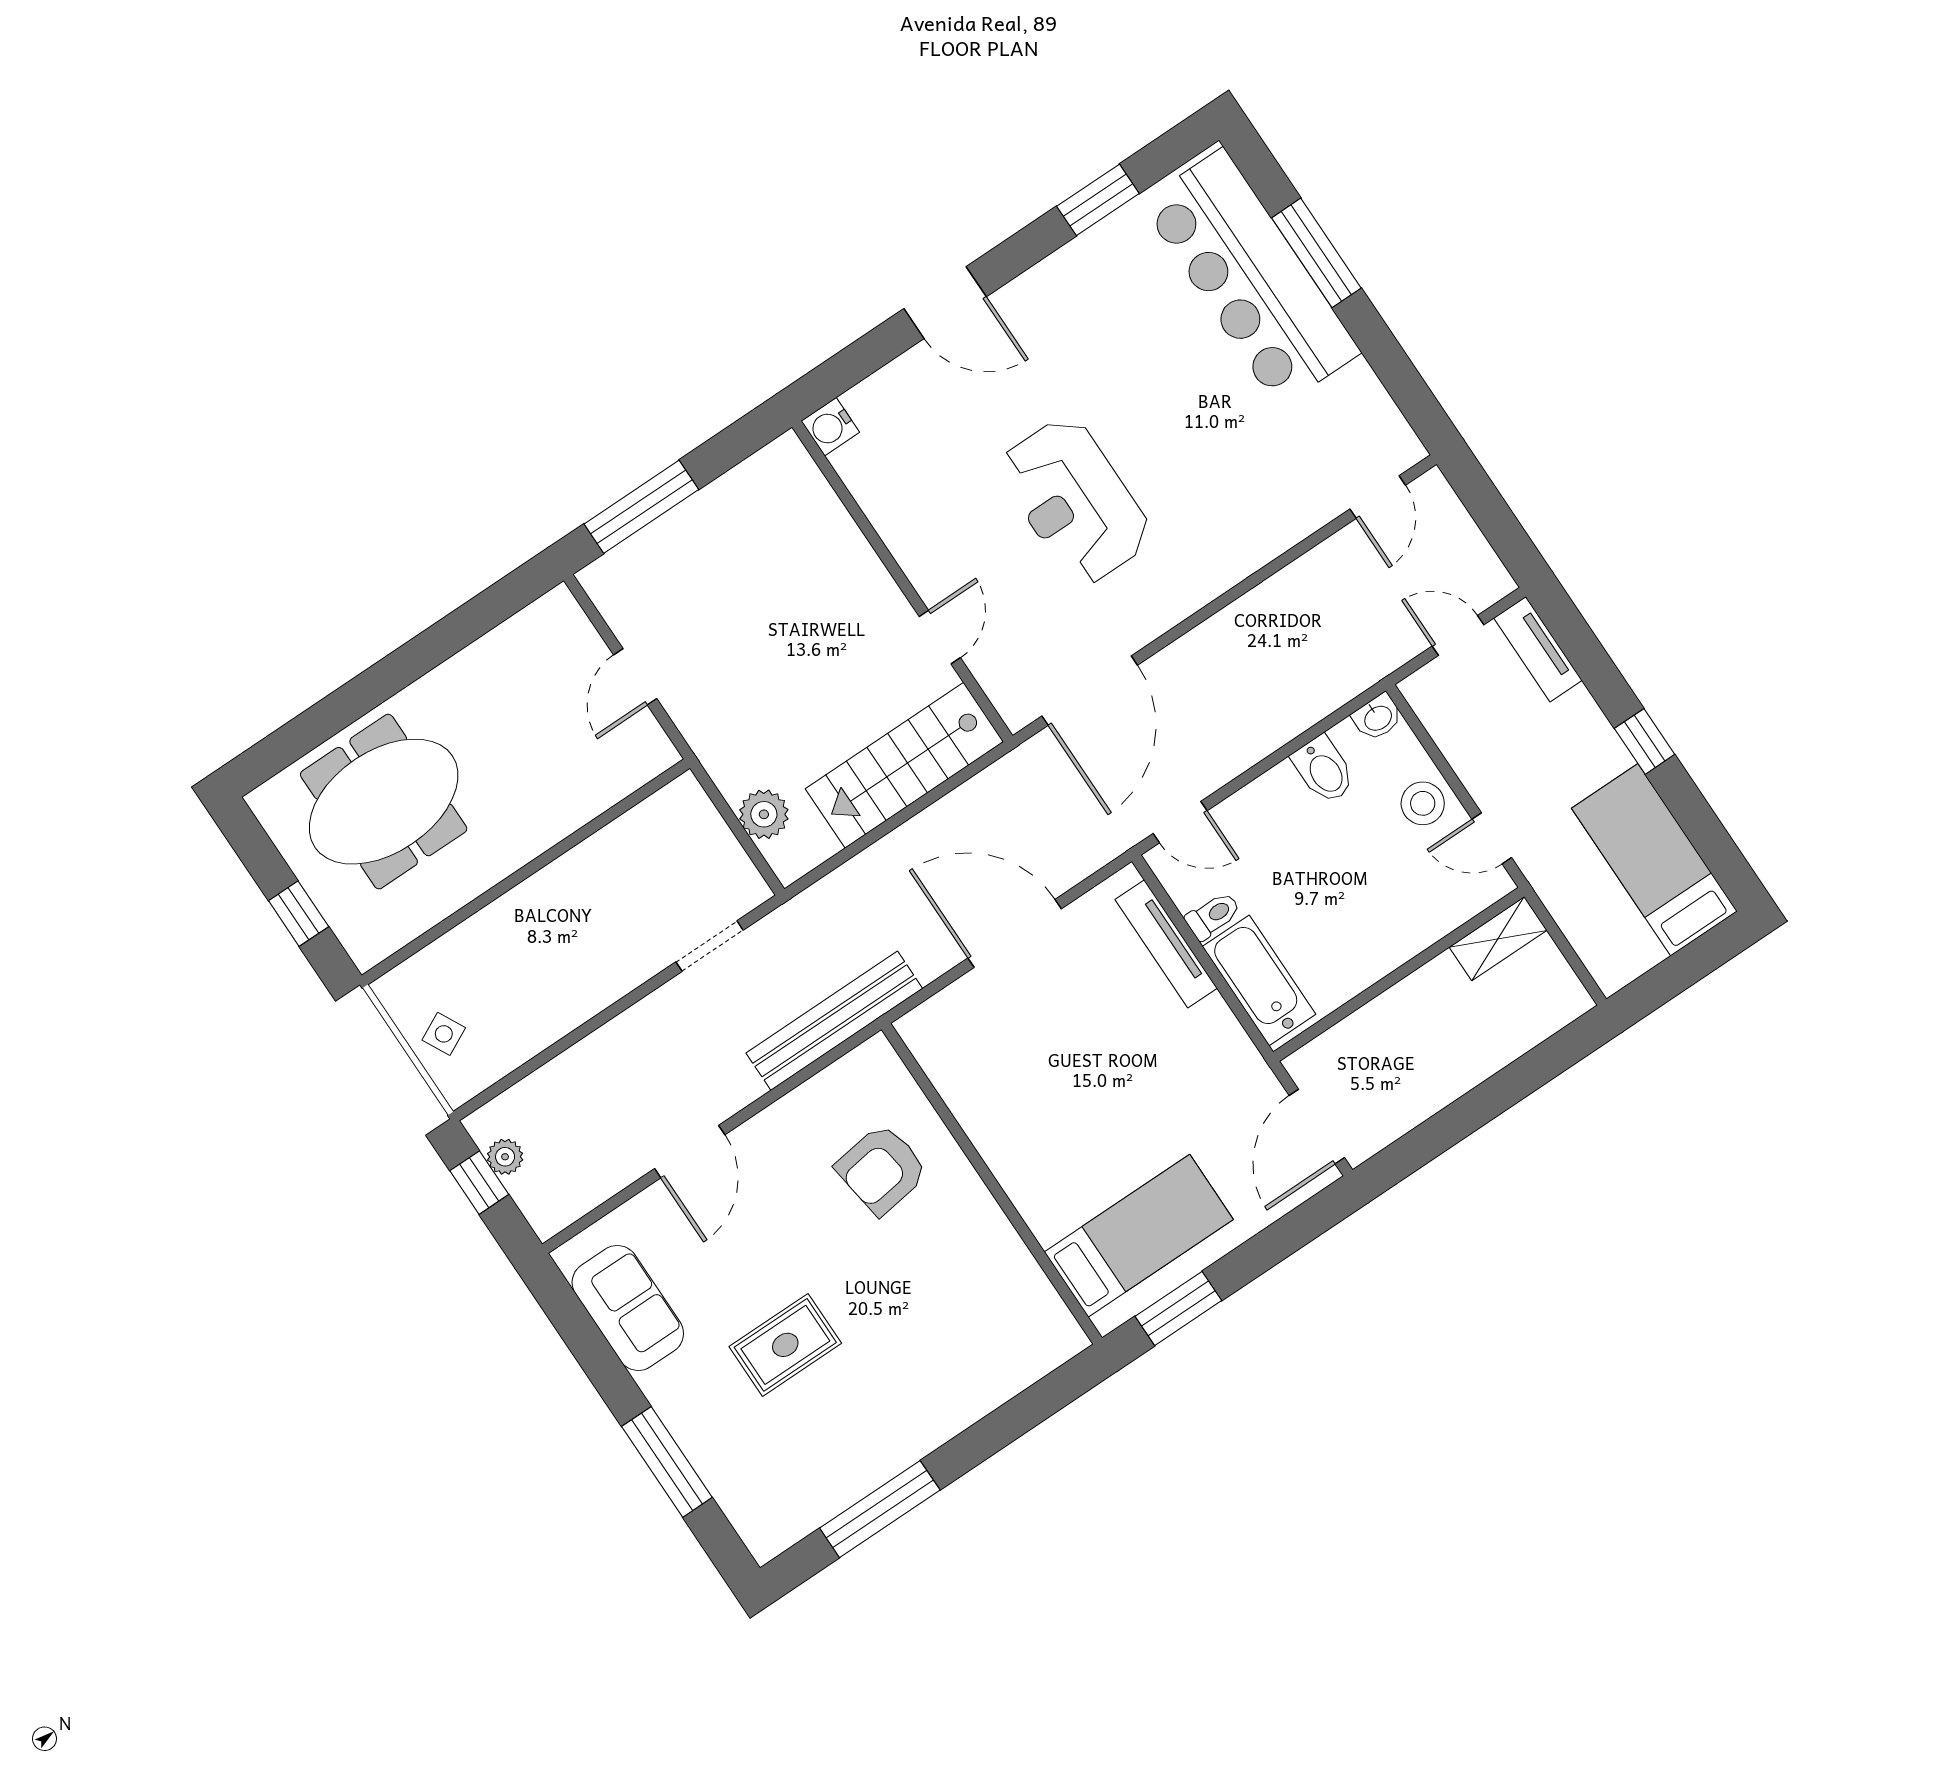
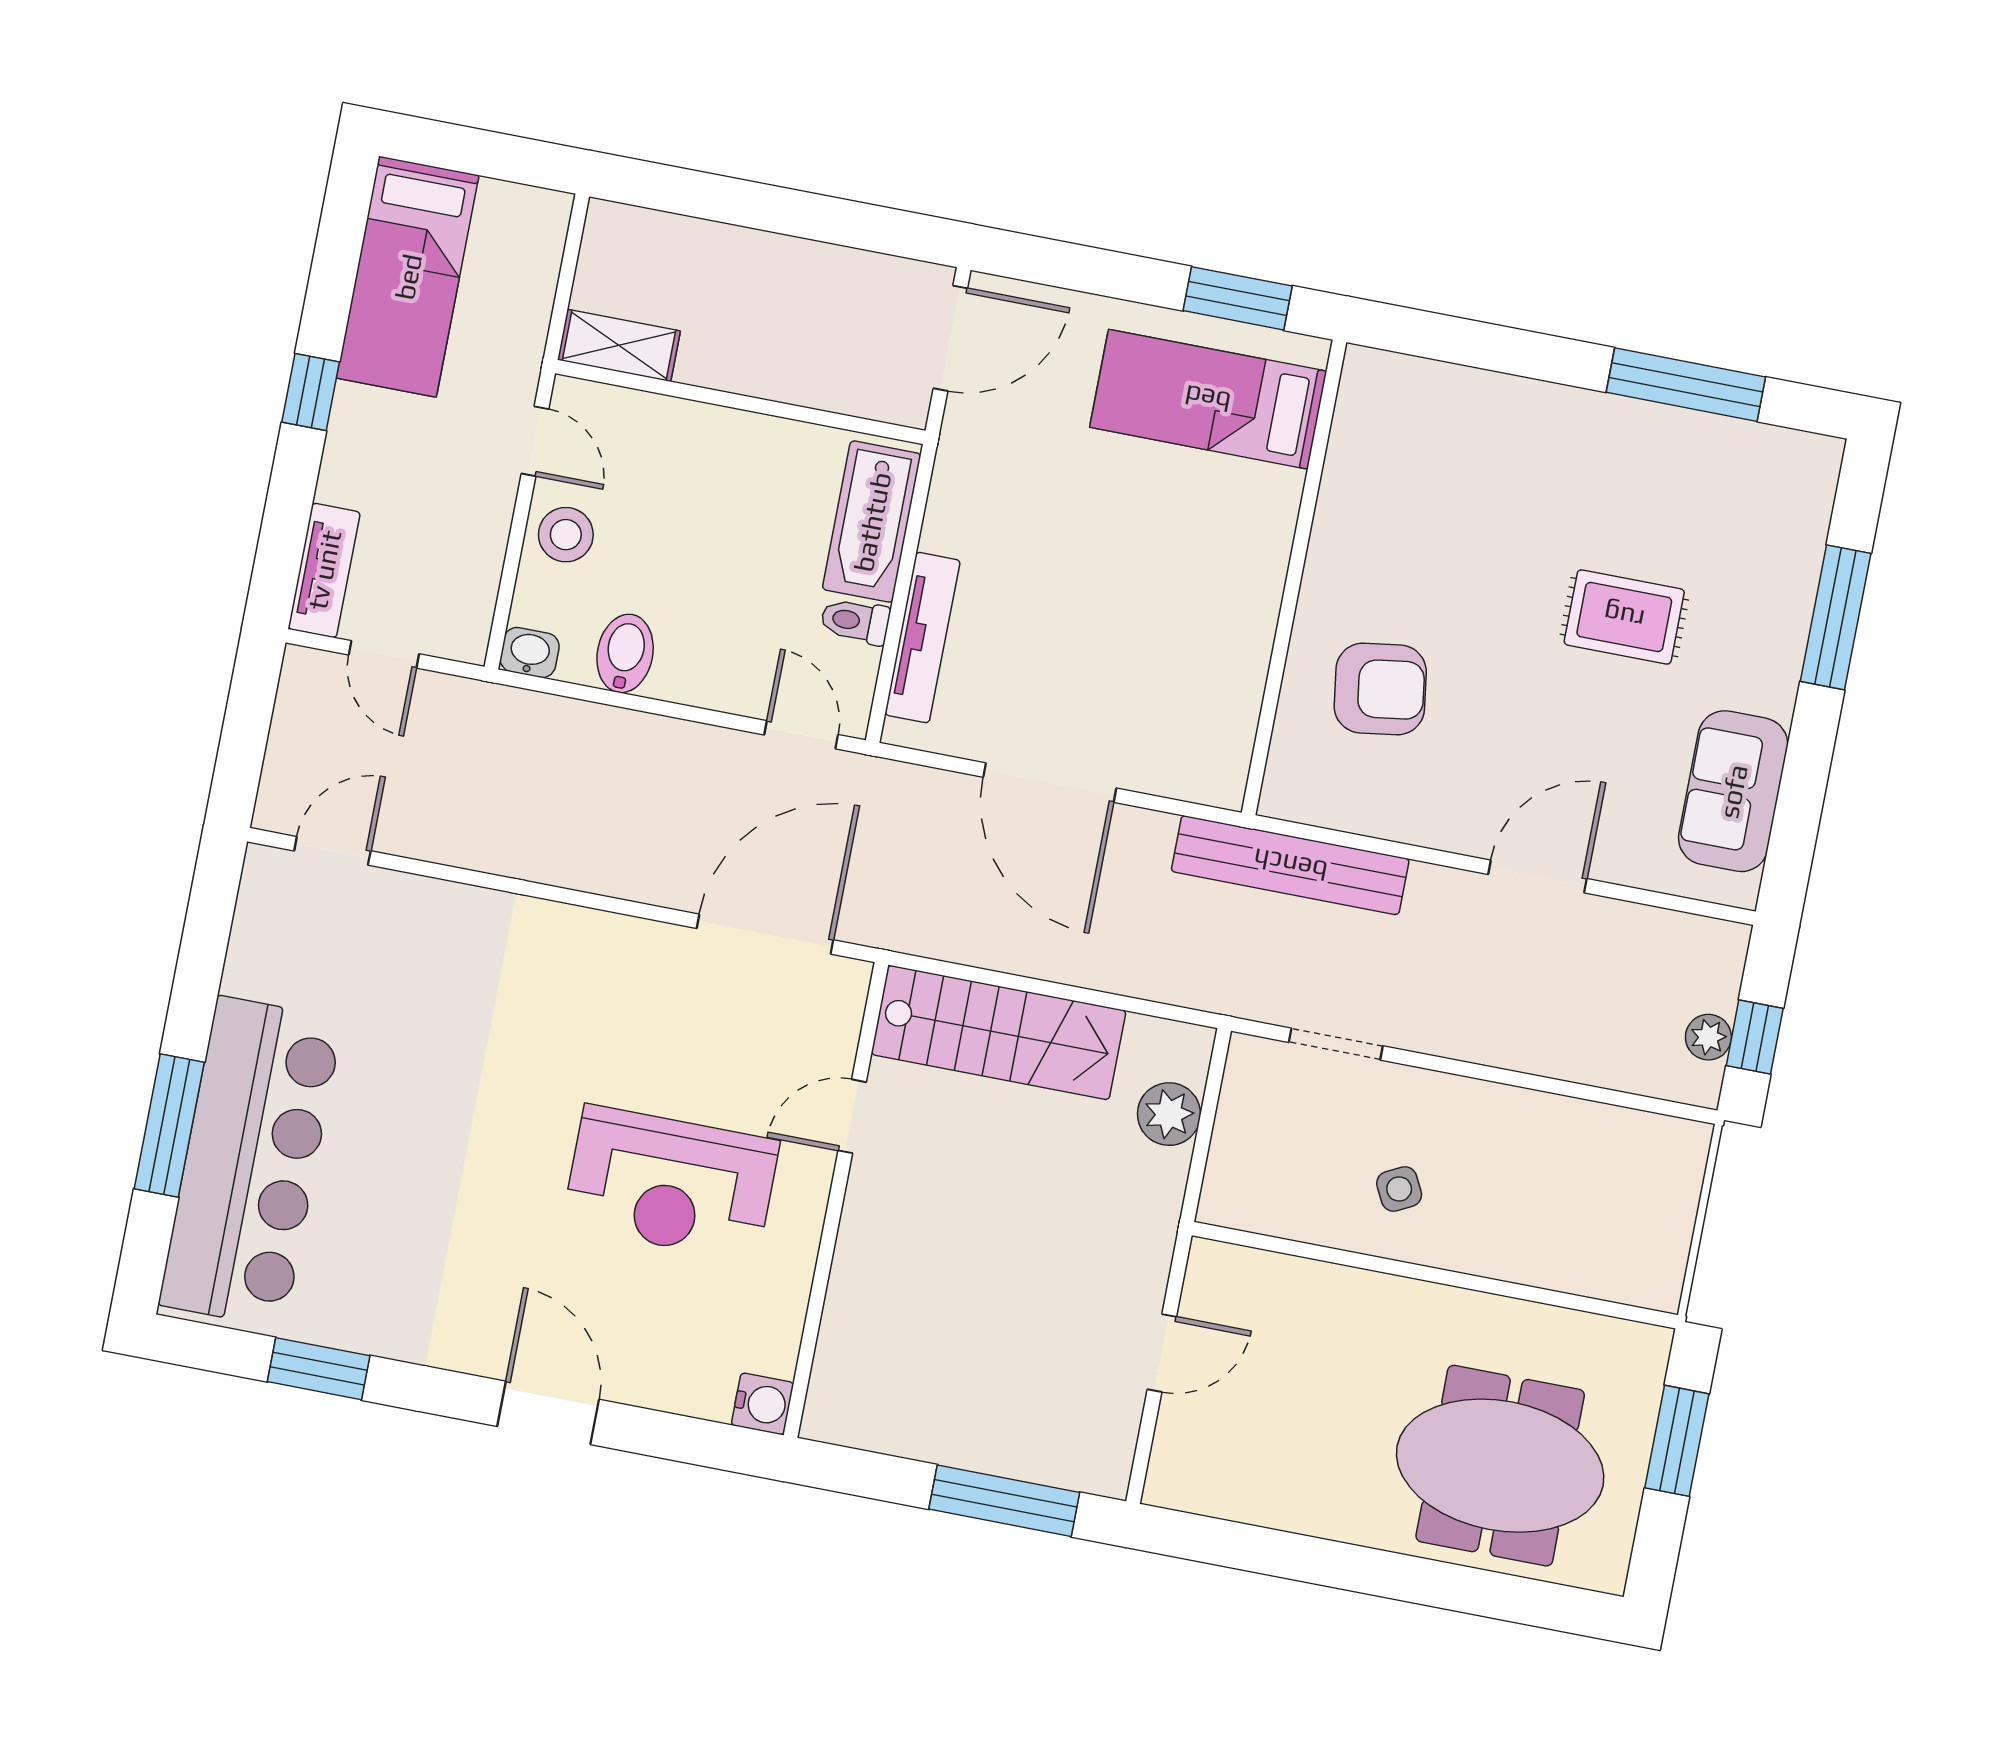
reception desk: (1075, 501) -> (671, 1183), moved, turned 90
window: (299, 914) -> (1677, 1441), width x1.50
side table: (444, 1034) -> (1399, 1189), moved

